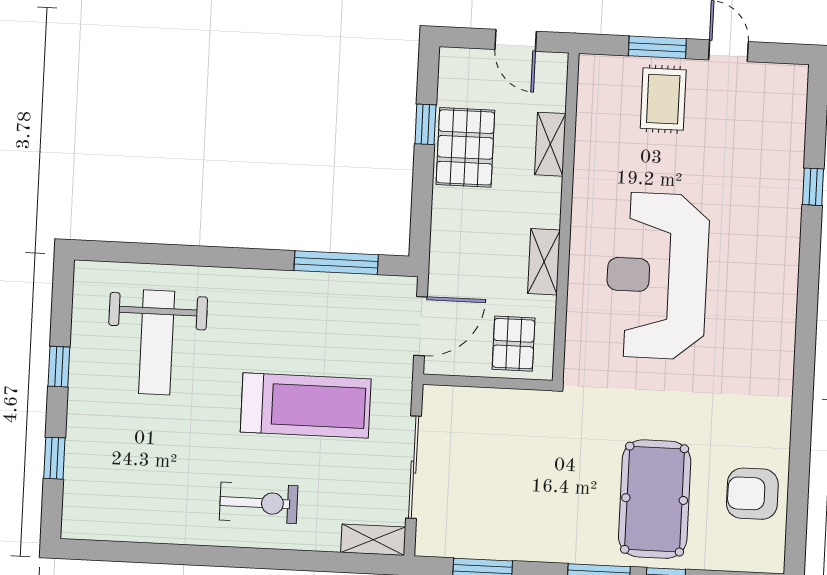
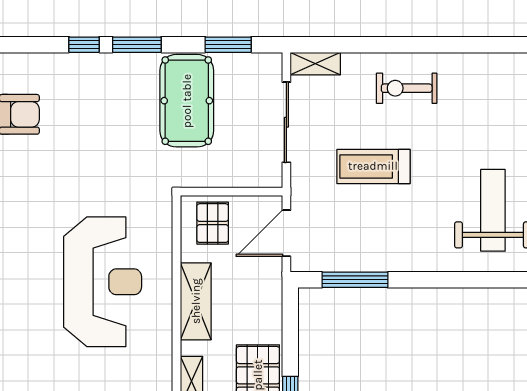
shelving: (544, 262) -> (196, 301), width x1.50, depth x1.33
treadmill: (306, 405) -> (373, 166), width x0.73, depth x0.73
pool table: (655, 499) -> (187, 101), moved

